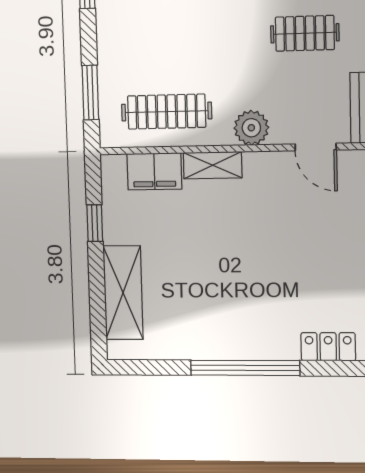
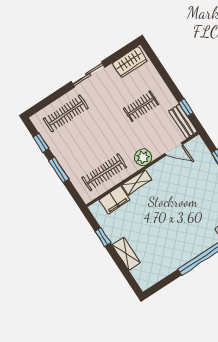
window: (90, 93) -> (59, 170), moved
shelving: (123, 293) -> (126, 254), width x0.67, depth x0.75

